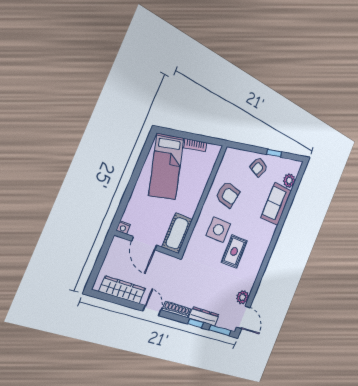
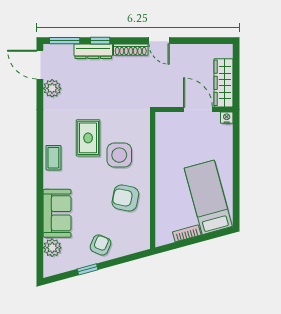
cot: (177, 233) -> (166, 133), removed
coffee table: (262, 246) -> (53, 158), added
wardrobe: (123, 290) -> (223, 83), moved, turned 90

